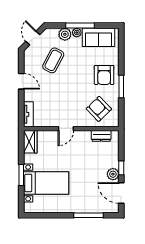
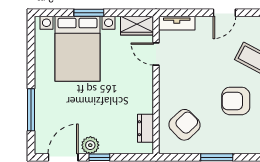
armchair: (104, 75) -> (236, 101), moved
door: (66, 129) -> (156, 54), moved
bed with nightstands: (46, 183) -> (78, 49), width x1.36

